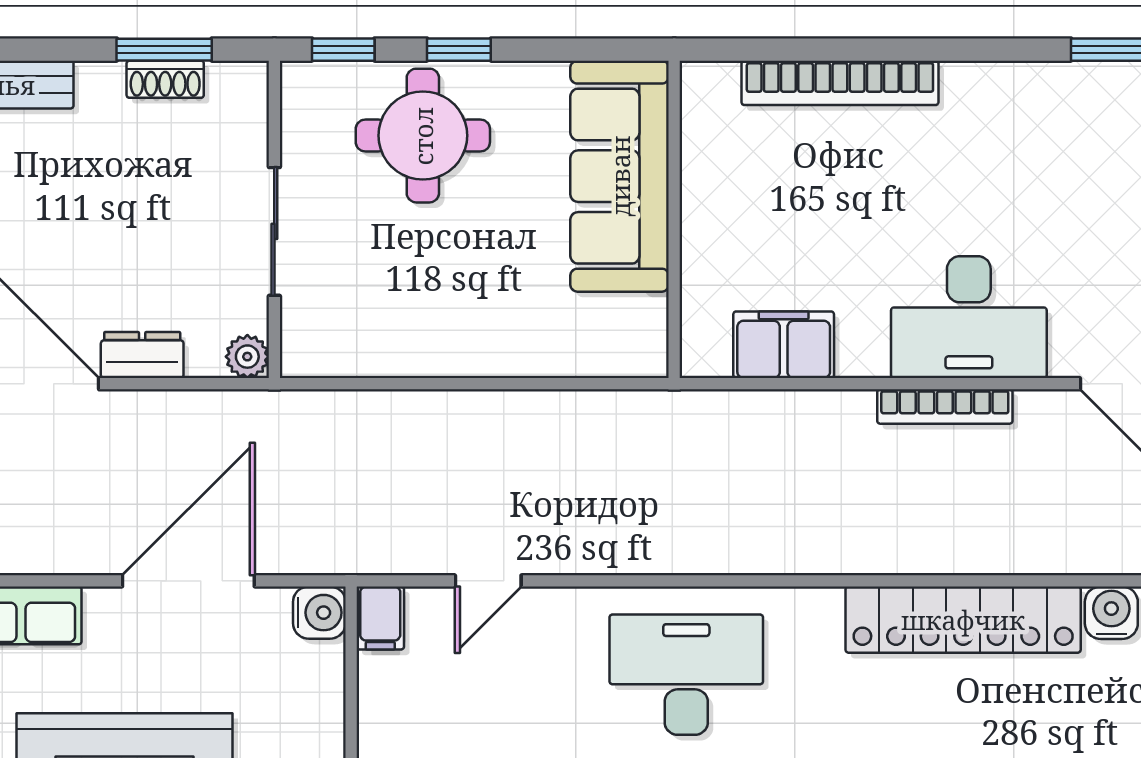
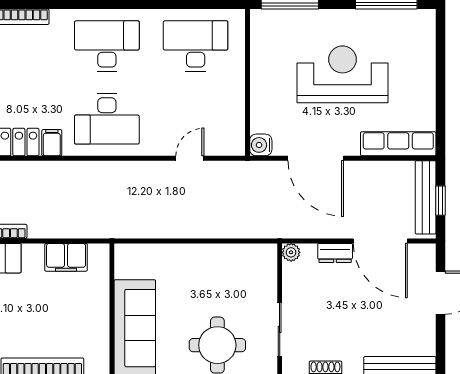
sliding door: (274, 231) -> (280, 329), moved
door: (188, 581) -> (316, 158), hinge flipped
filing cabinet: (380, 618) -> (52, 143), moved

